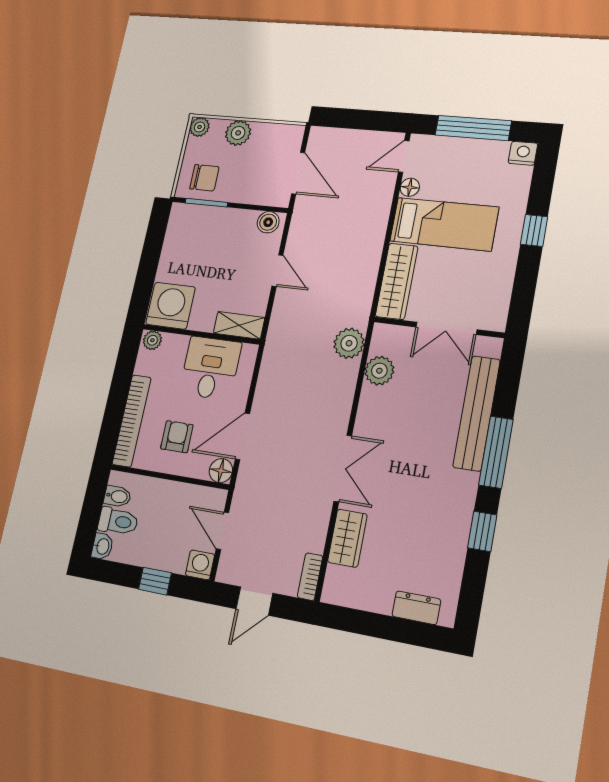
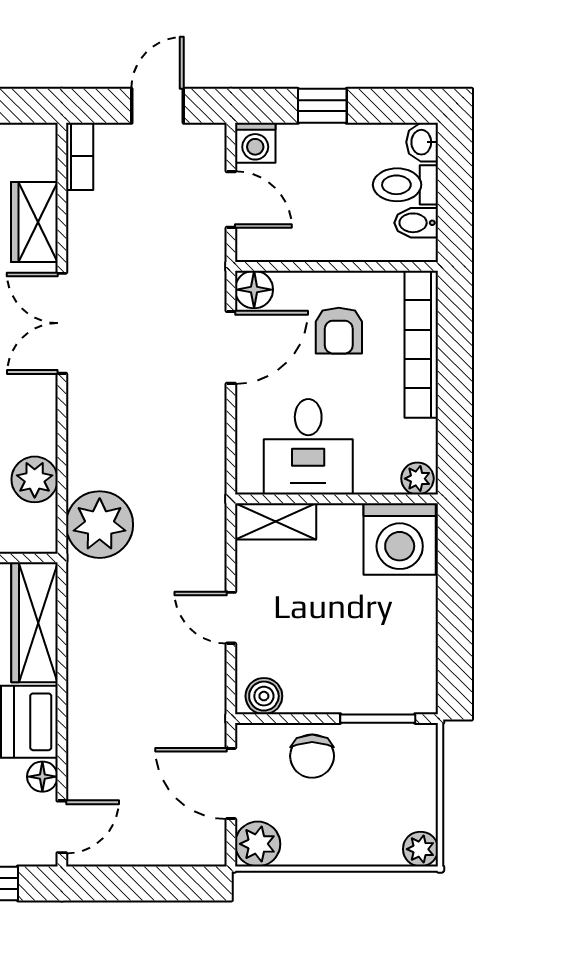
plant: (238, 133) -> (258, 844), moved
chair: (204, 178) -> (312, 756), moved, turned -90
plant: (349, 343) -> (100, 525), width x1.36, depth x1.36

